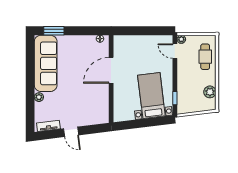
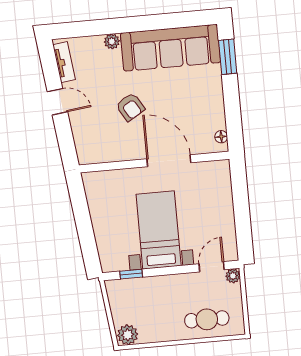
armchair: (78, 90) -> (130, 107), added
plant: (210, 92) -> (128, 335), moved
bed with nightstands: (151, 95) -> (159, 230), moved, turned -83
door: (71, 132) -> (57, 102), swing flipped

